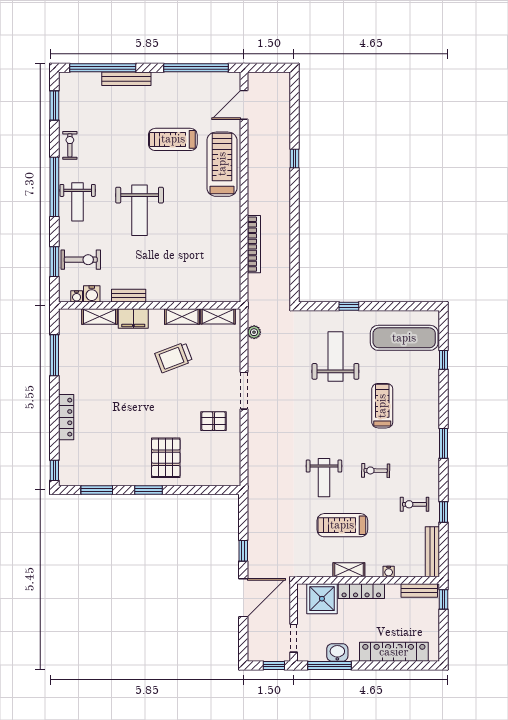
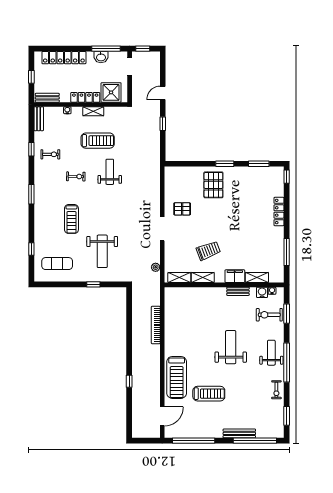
exercise mat: (404, 338) -> (57, 264), width x0.73, depth x0.69
bench: (432, 552) -> (39, 119), width x0.73
door: (243, 598) -> (163, 93), width x0.53
window: (444, 599) -> (31, 77), moved

